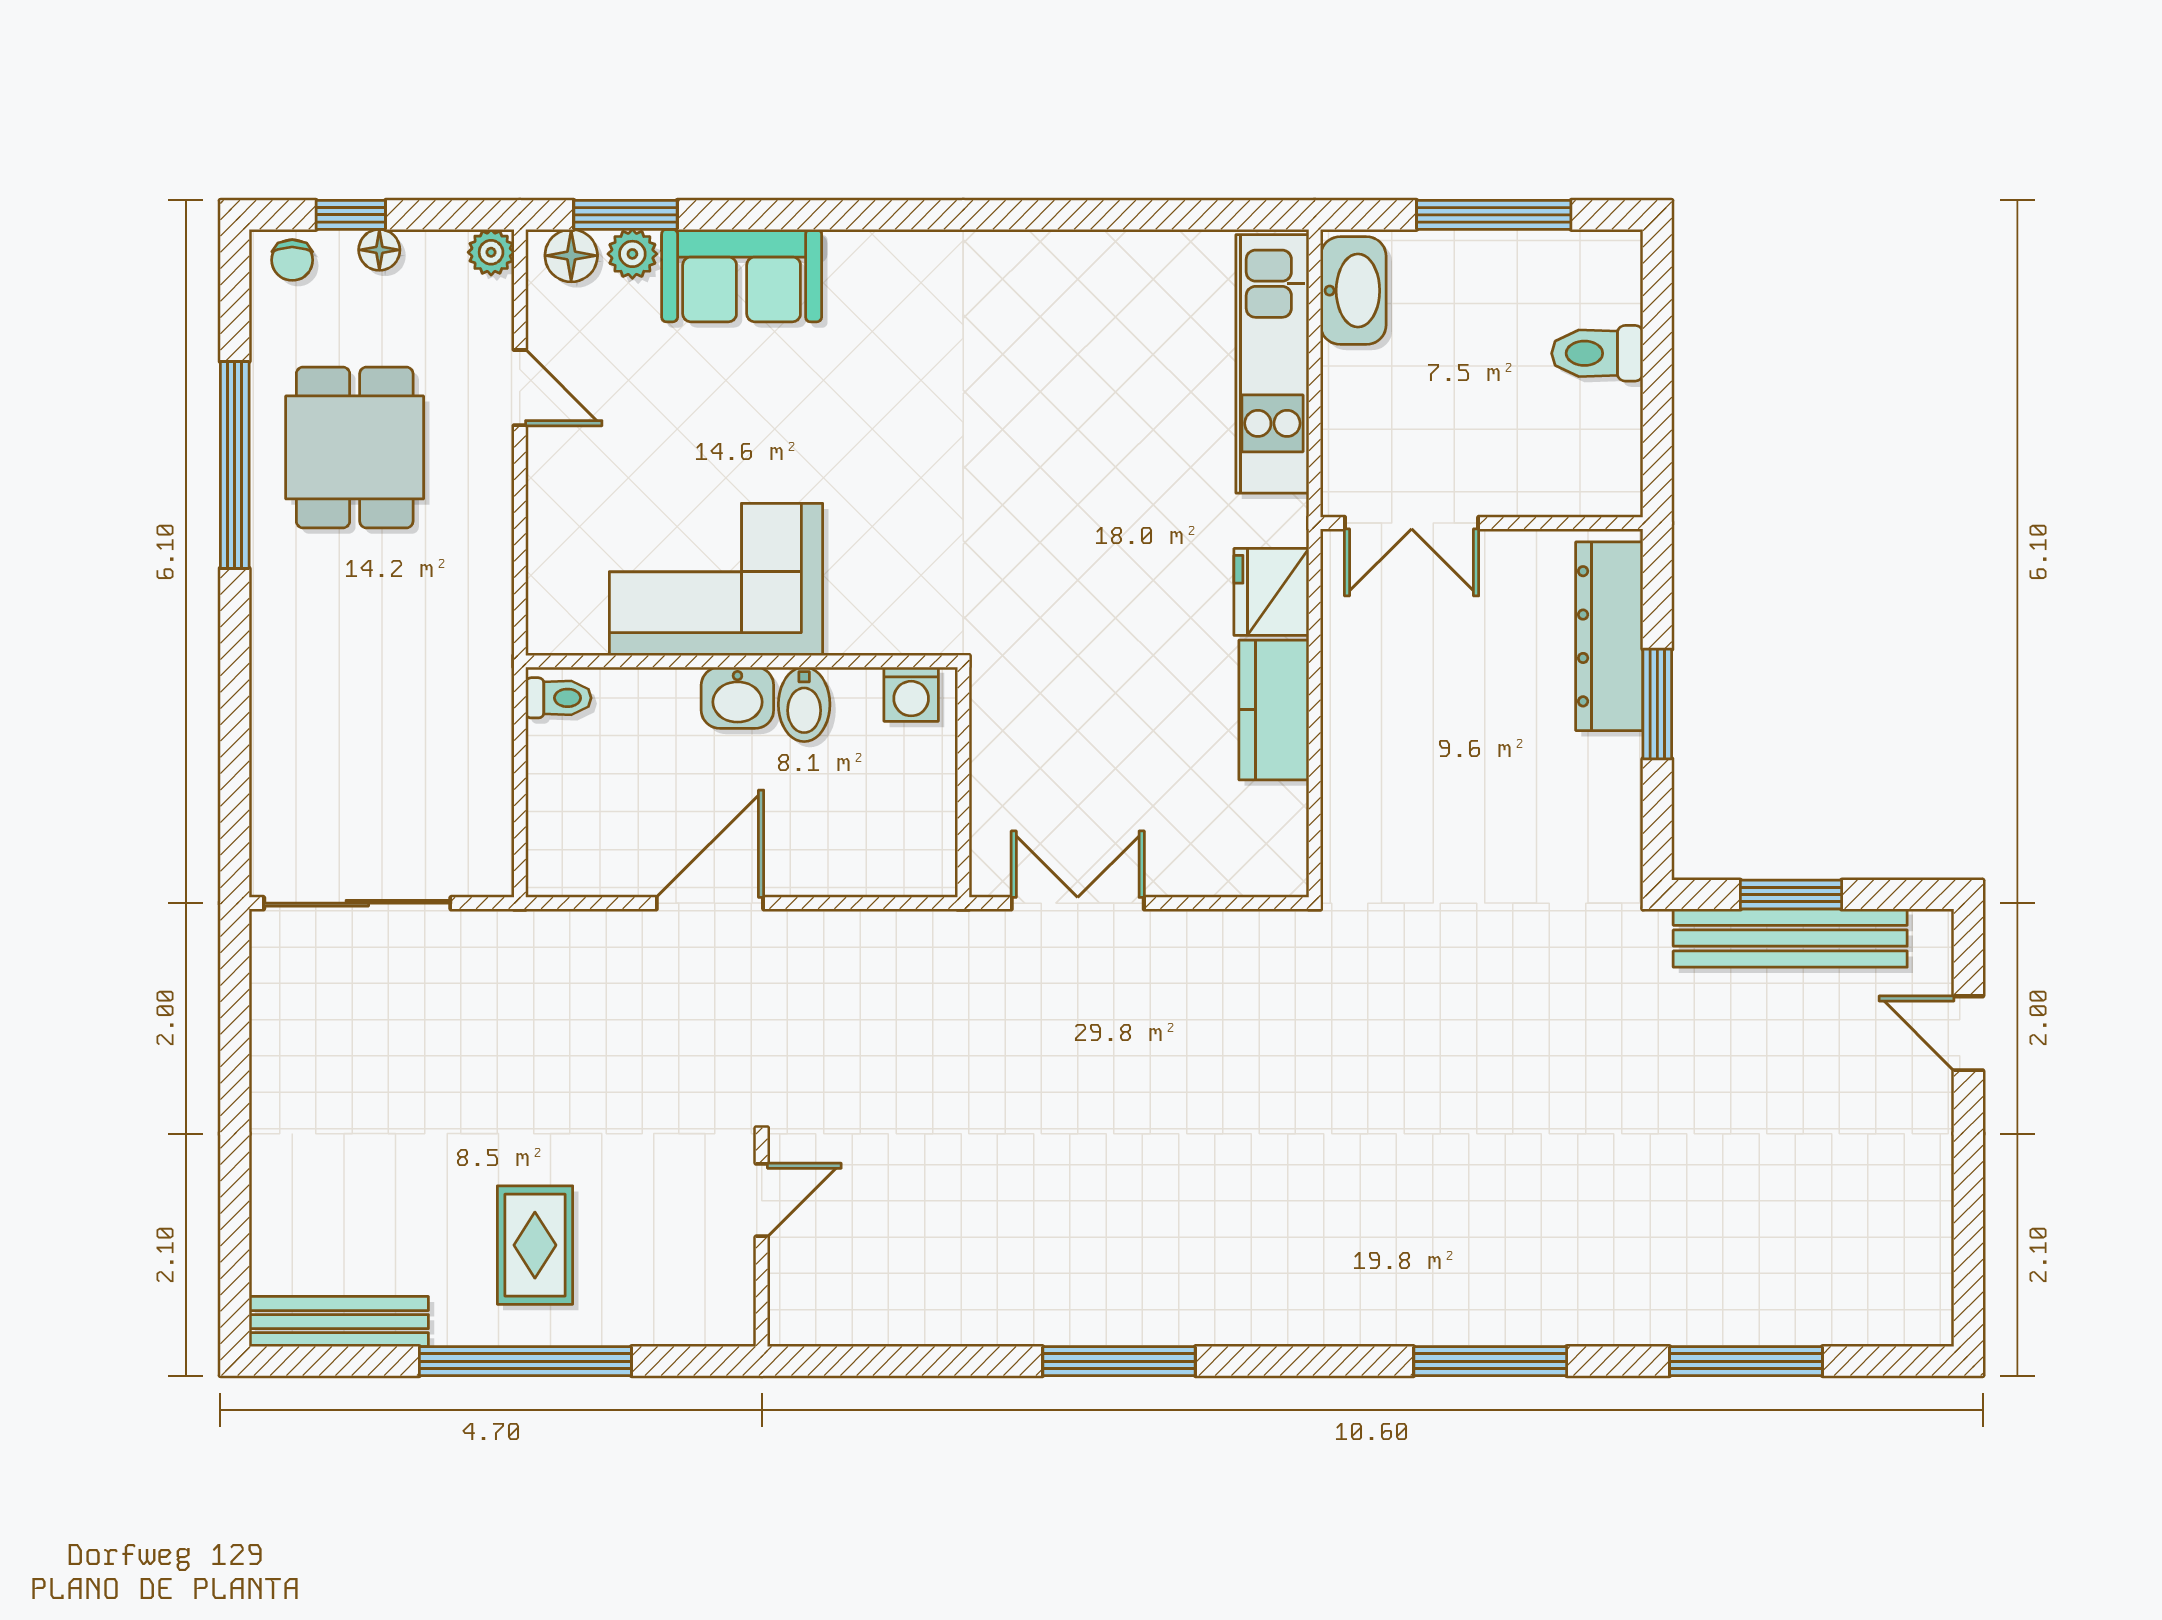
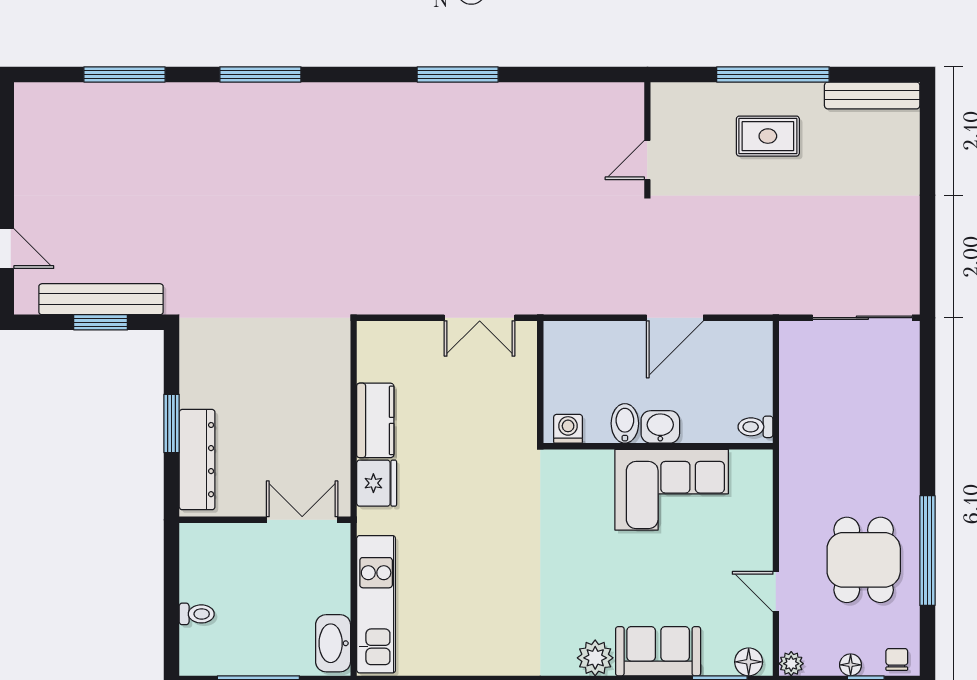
plant: (632, 254) -> (595, 658), moved, width x1.38, depth x1.38
toilet: (1597, 353) -> (197, 614), width x0.73, depth x0.72
rug: (535, 1245) -> (768, 136), turned 90

